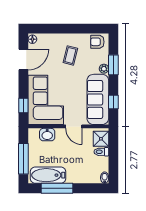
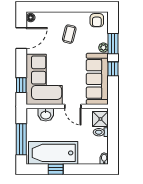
armchair: (97, 42) -> (97, 20), turned -90
window: (113, 102) -> (113, 69), moved
bathtub: (48, 175) -> (53, 153), width x1.36, depth x1.36
window: (57, 188) -> (56, 169), width x0.46

